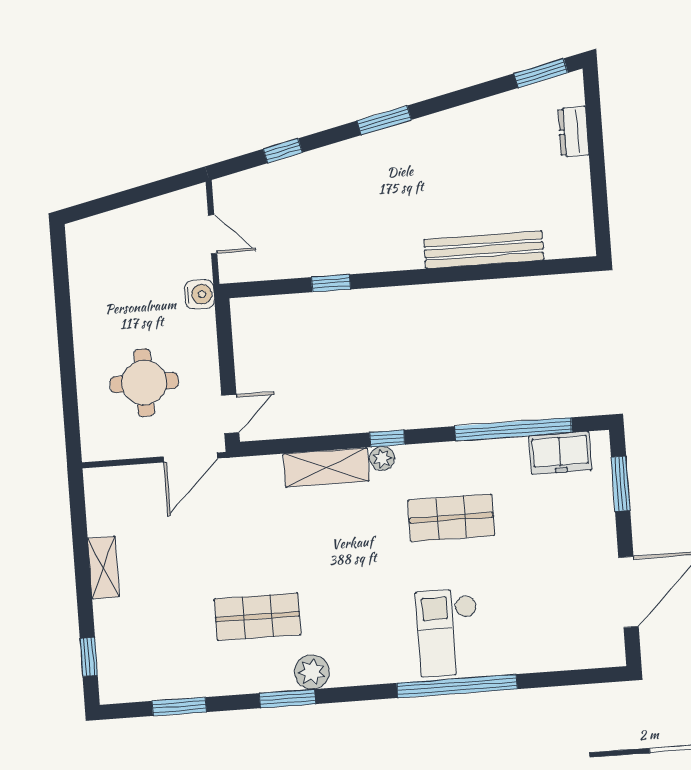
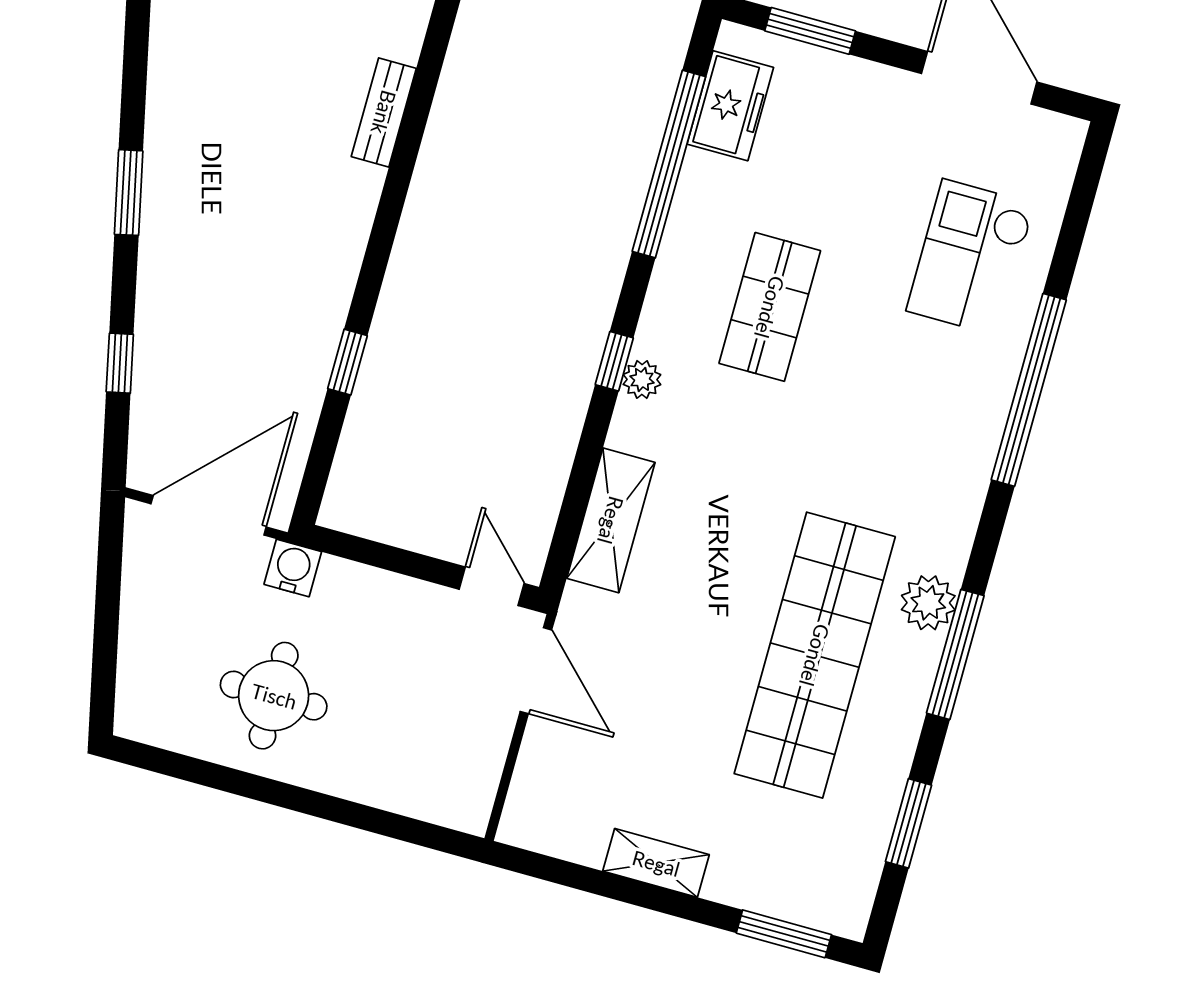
door: (213, 234) -> (209, 515), width x1.88
bench: (484, 250) -> (384, 112), width x0.54, depth x0.82
round table: (144, 383) -> (274, 696), moved
shelving: (326, 467) -> (611, 520), moved
shop shelf: (258, 617) -> (815, 655), width x2.00, depth x1.36
checkout: (448, 632) -> (971, 257), moved, turned 90
window: (89, 657) -> (784, 934), width x1.50
window: (287, 699) -> (955, 654), width x1.44

